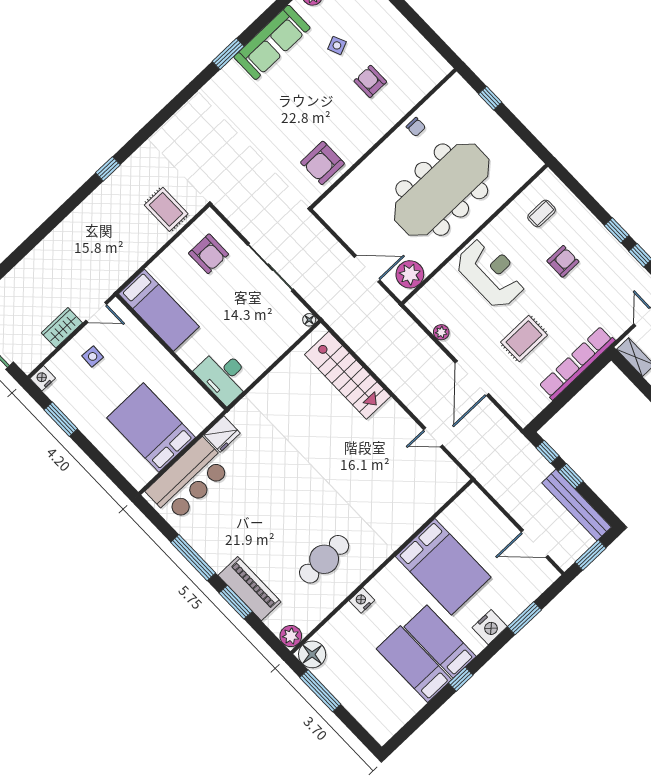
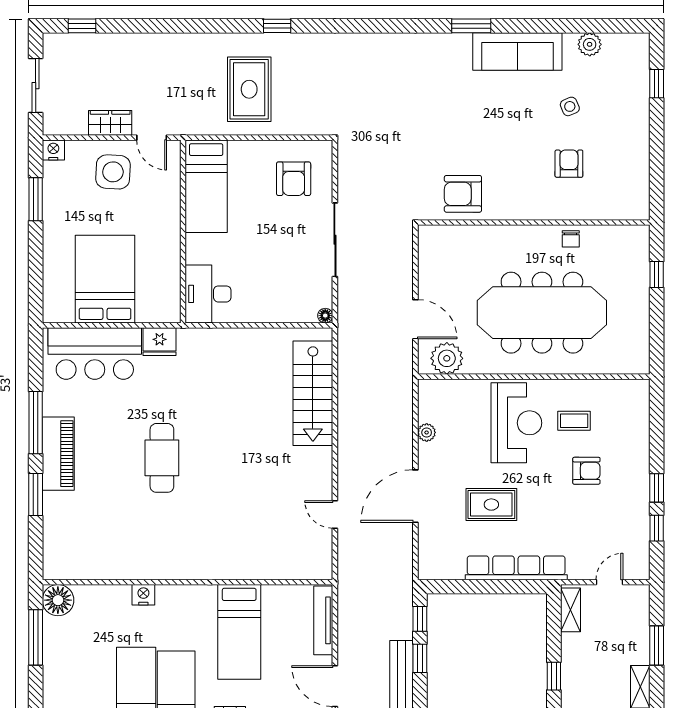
rug: (166, 209) -> (249, 89), moved, width x1.36, depth x1.43
coffee table: (542, 213) -> (574, 421), moved
side table: (93, 356) -> (113, 172), width x1.87, depth x1.87
tv unit: (489, 510) -> (323, 620), added
cafe table: (324, 559) -> (162, 458), moved, turned 90
bed: (443, 567) -> (239, 632), width x0.67
piano: (250, 589) -> (58, 454), moved
plant: (291, 636) -> (55, 567), removed

